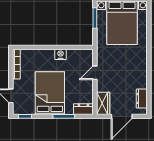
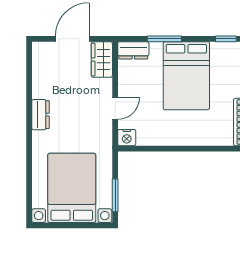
nightstand: (61, 54) -> (127, 138), moved
dresser: (142, 99) -> (40, 115), moved

